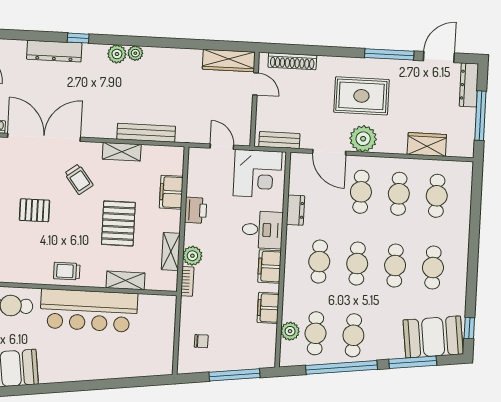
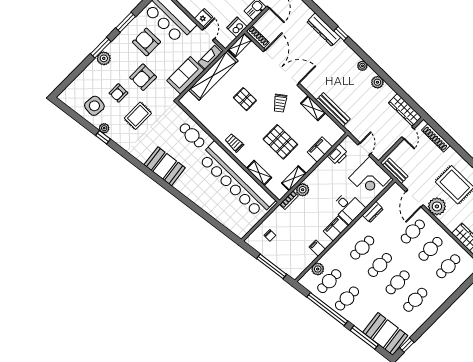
plant: (117, 54) -> (377, 82), moved
printer: (196, 210) -> (338, 155), moved
pallet: (118, 223) -> (280, 142), turned 90
filing cabinet: (268, 308) -> (317, 248), width x0.50
bar counter: (89, 310) -> (236, 180), width x1.36

